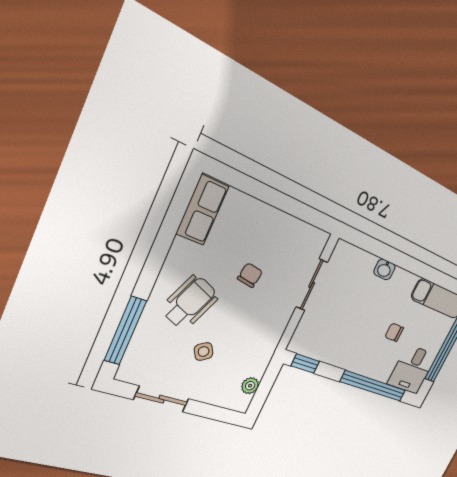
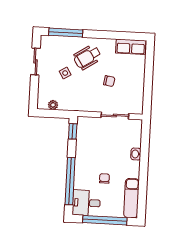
wheelchair: (190, 302) -> (87, 57), turned 124

